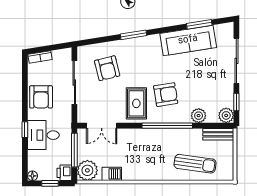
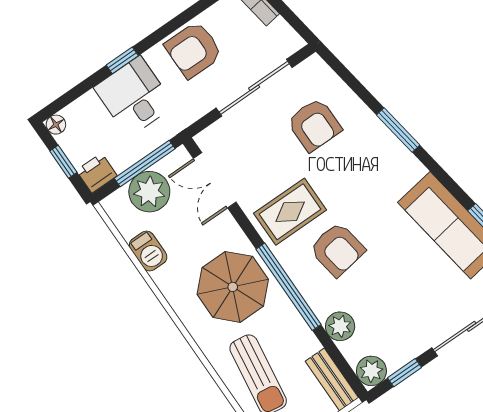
armchair: (107, 68) -> (314, 125), turned -76
parasol: (151, 149) -> (233, 287), added
plant: (87, 170) -> (149, 192), moved

